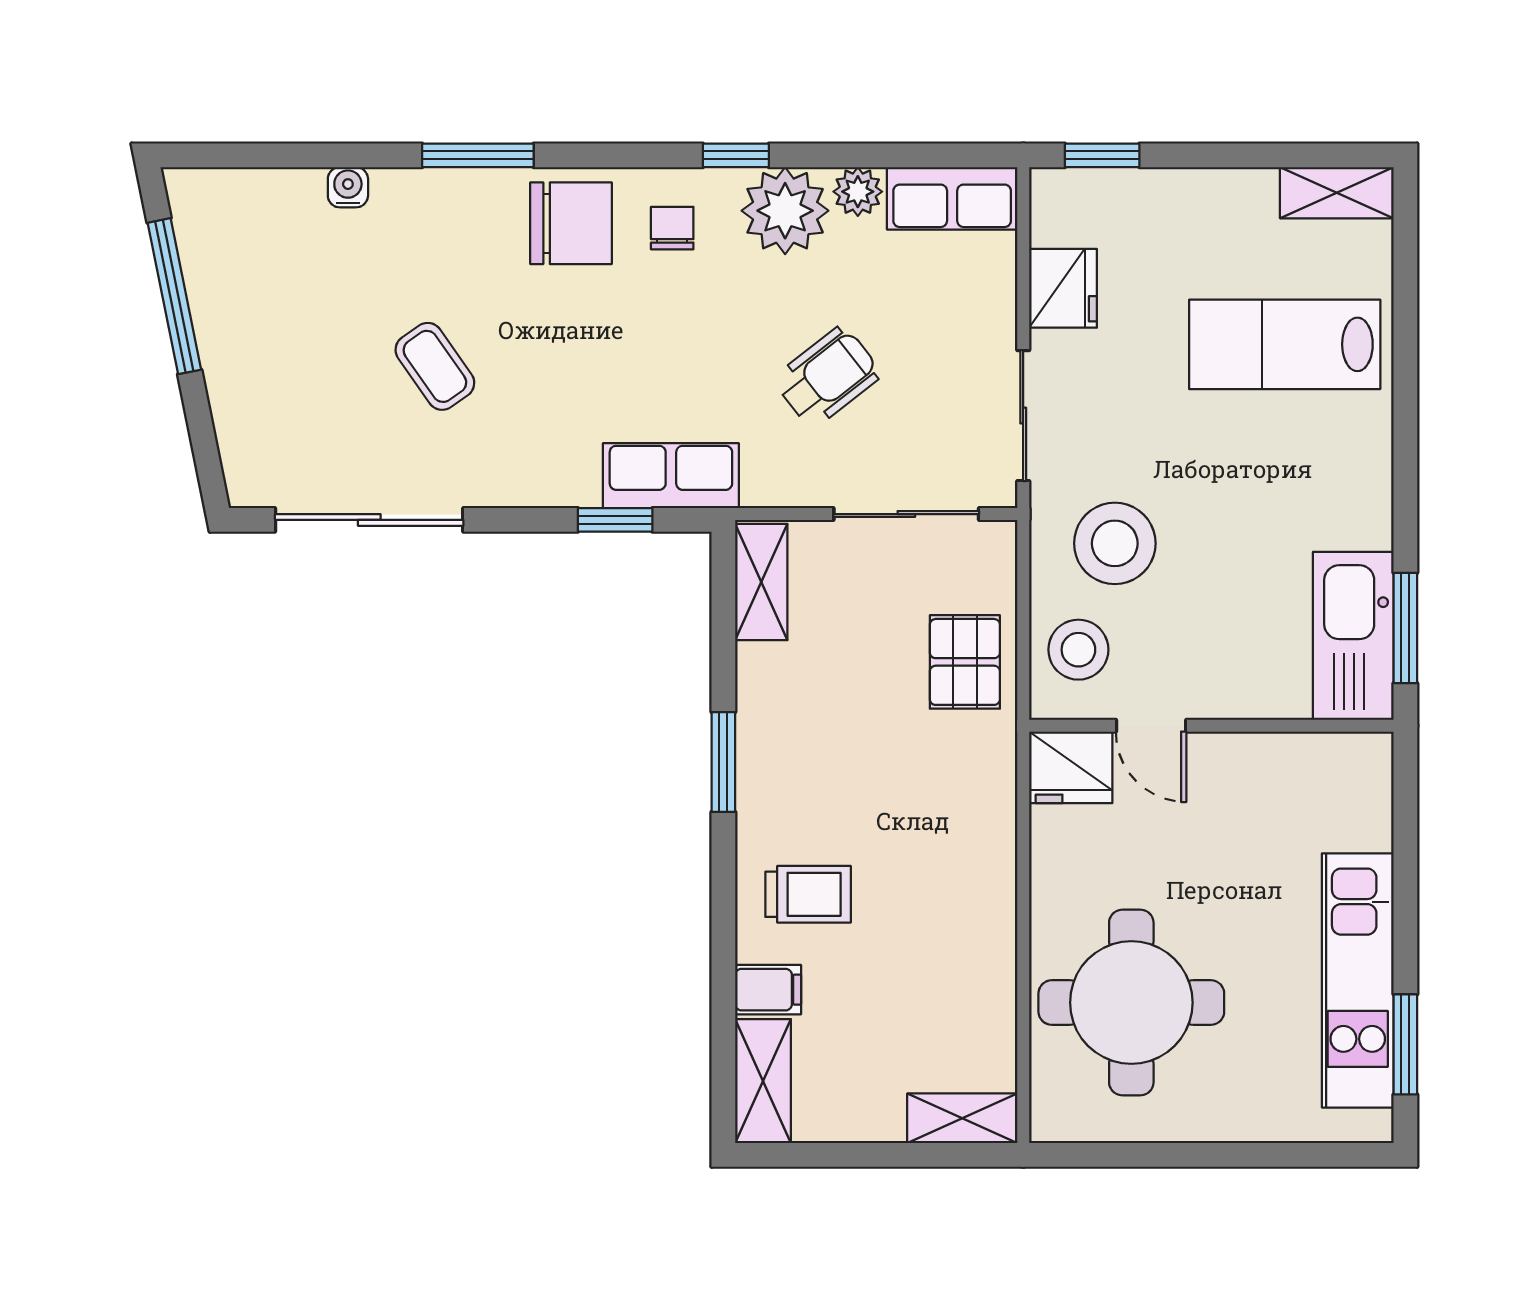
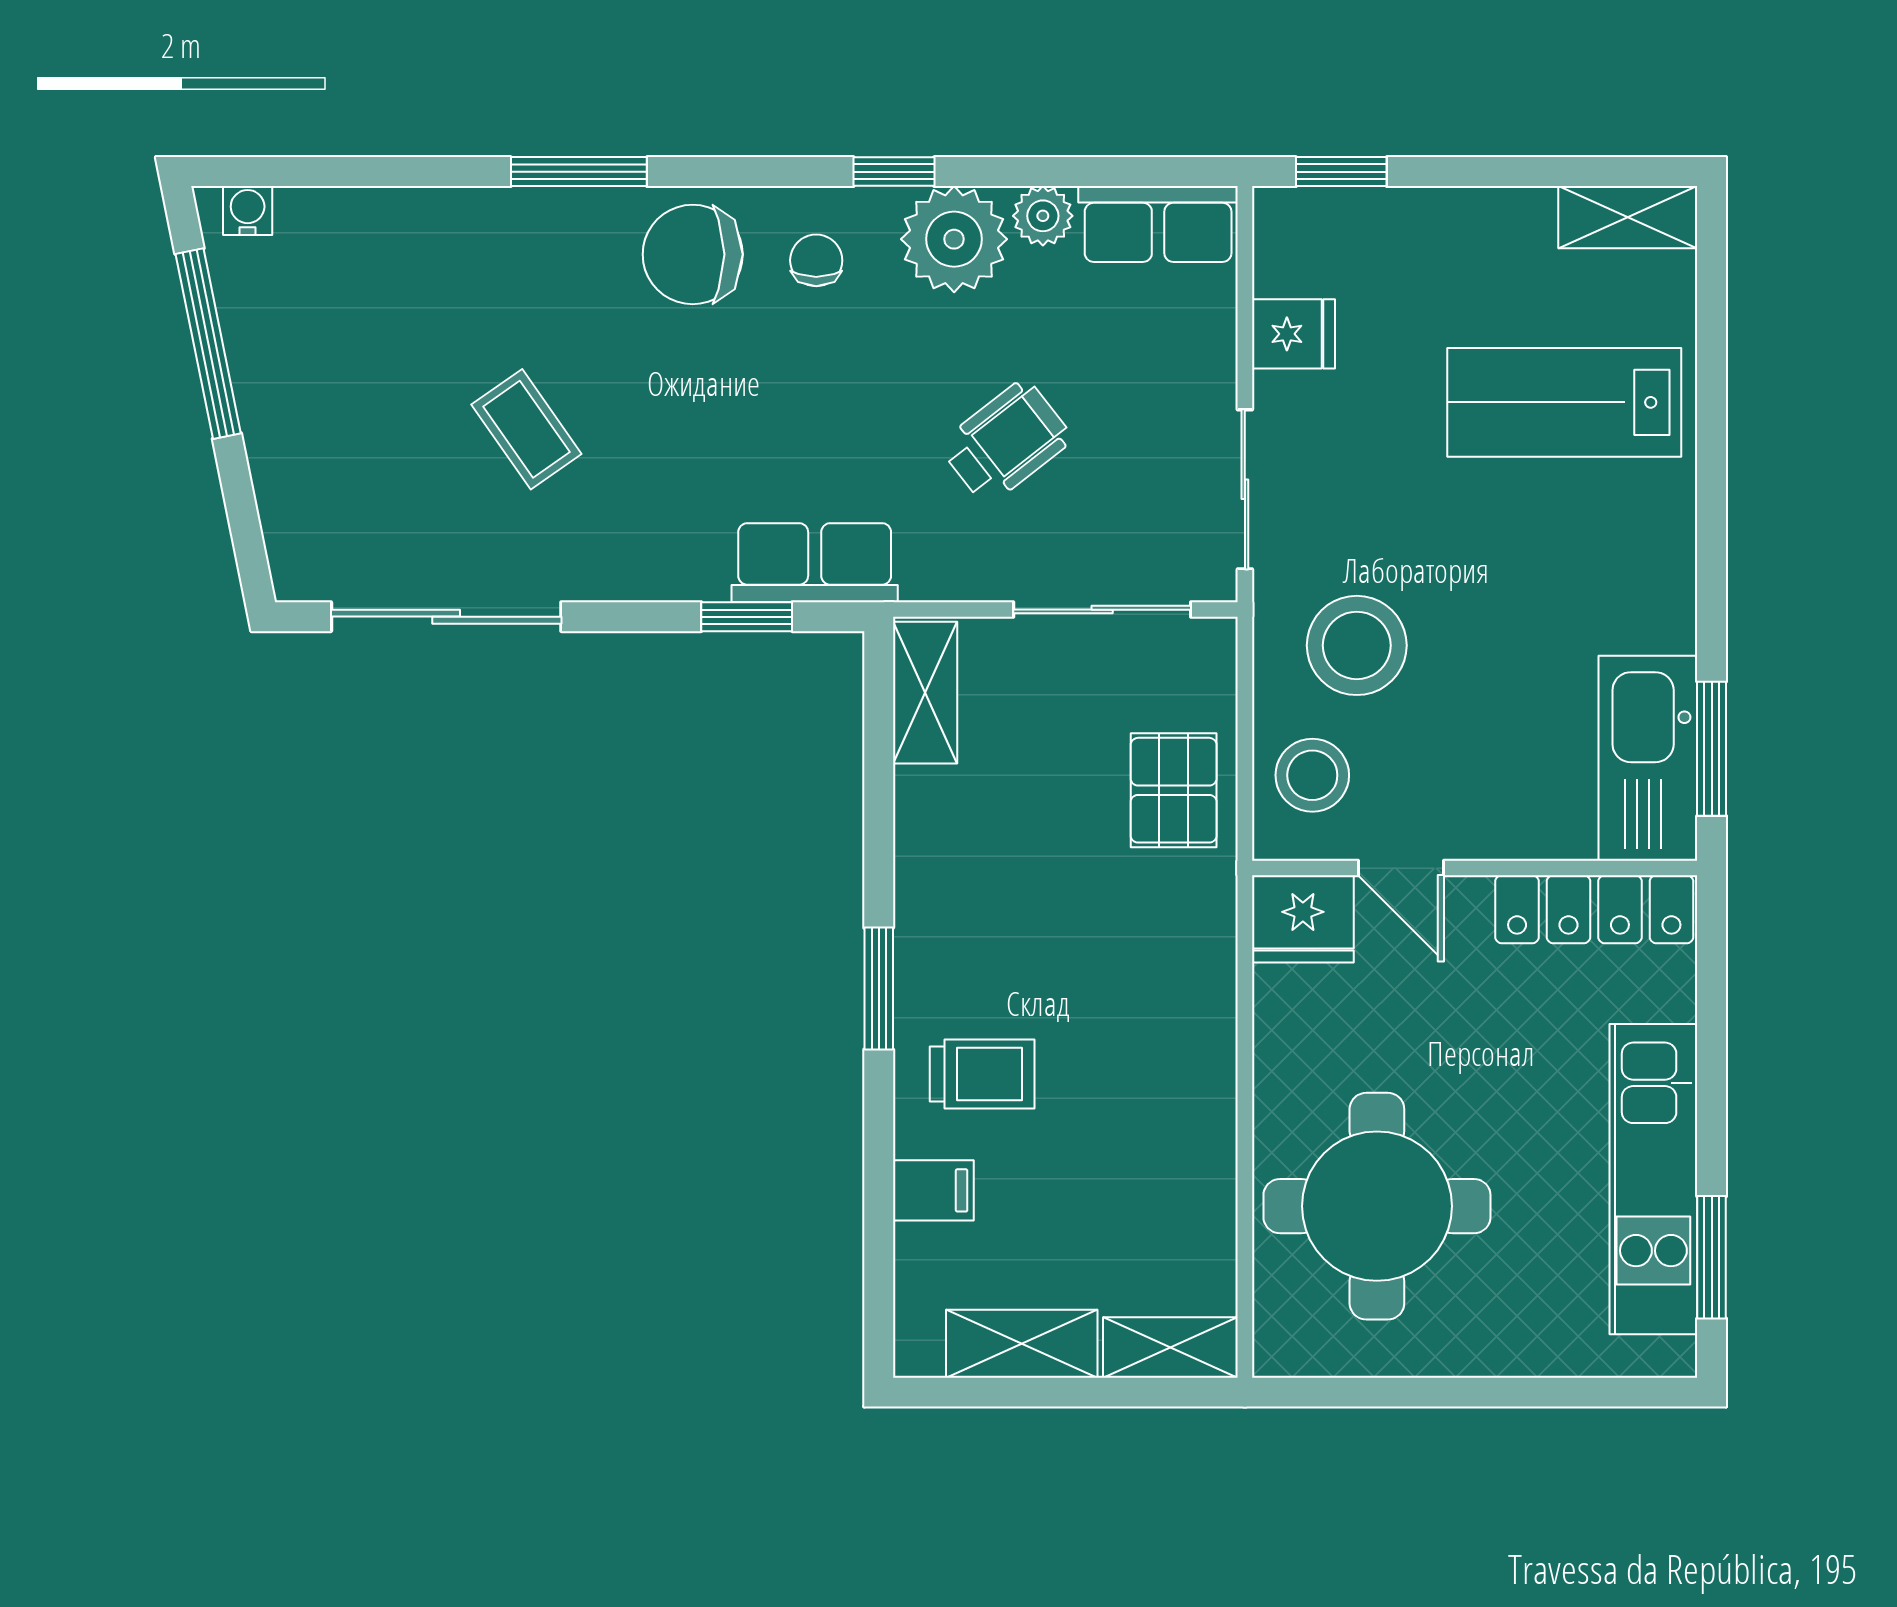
water cooler: (348, 187) -> (248, 210), moved
chair: (571, 223) -> (693, 254), turned 180
fridge: (1063, 288) -> (1293, 334), width x0.72
locker: (1309, 759) -> (1594, 909), added
window: (723, 762) -> (879, 989), moved
shelving: (763, 1081) -> (1022, 1344), moved, turned 90

